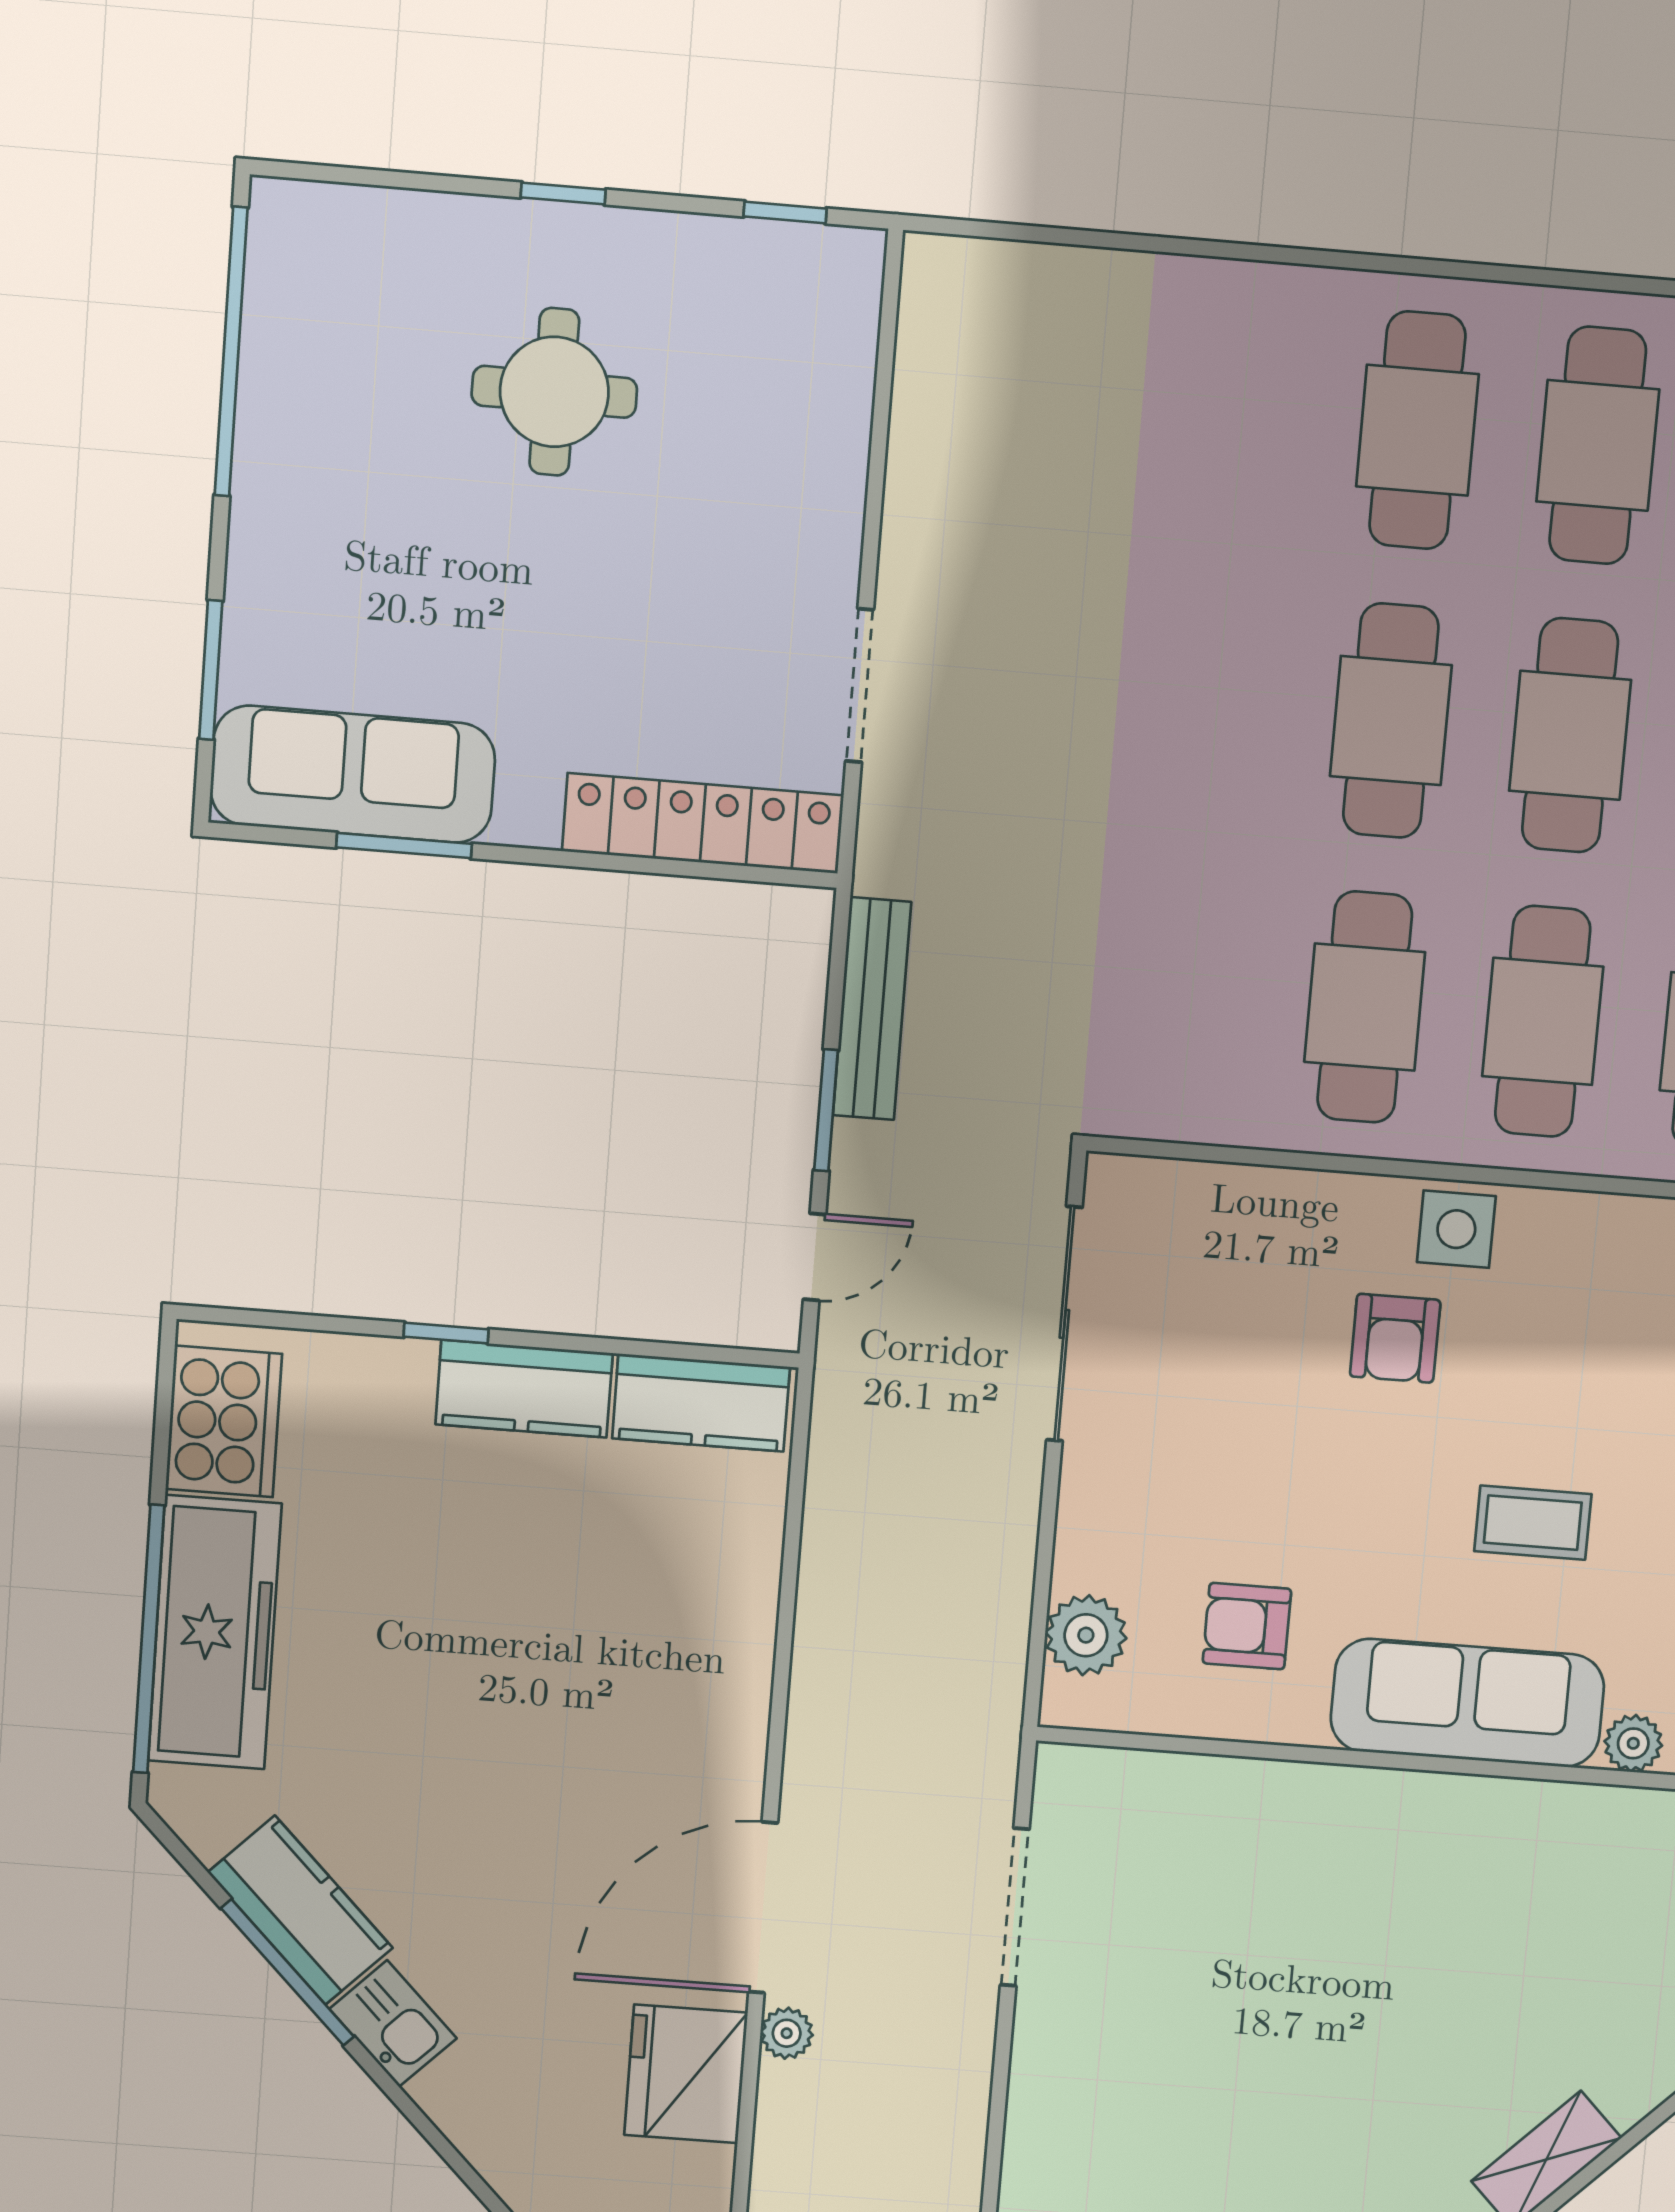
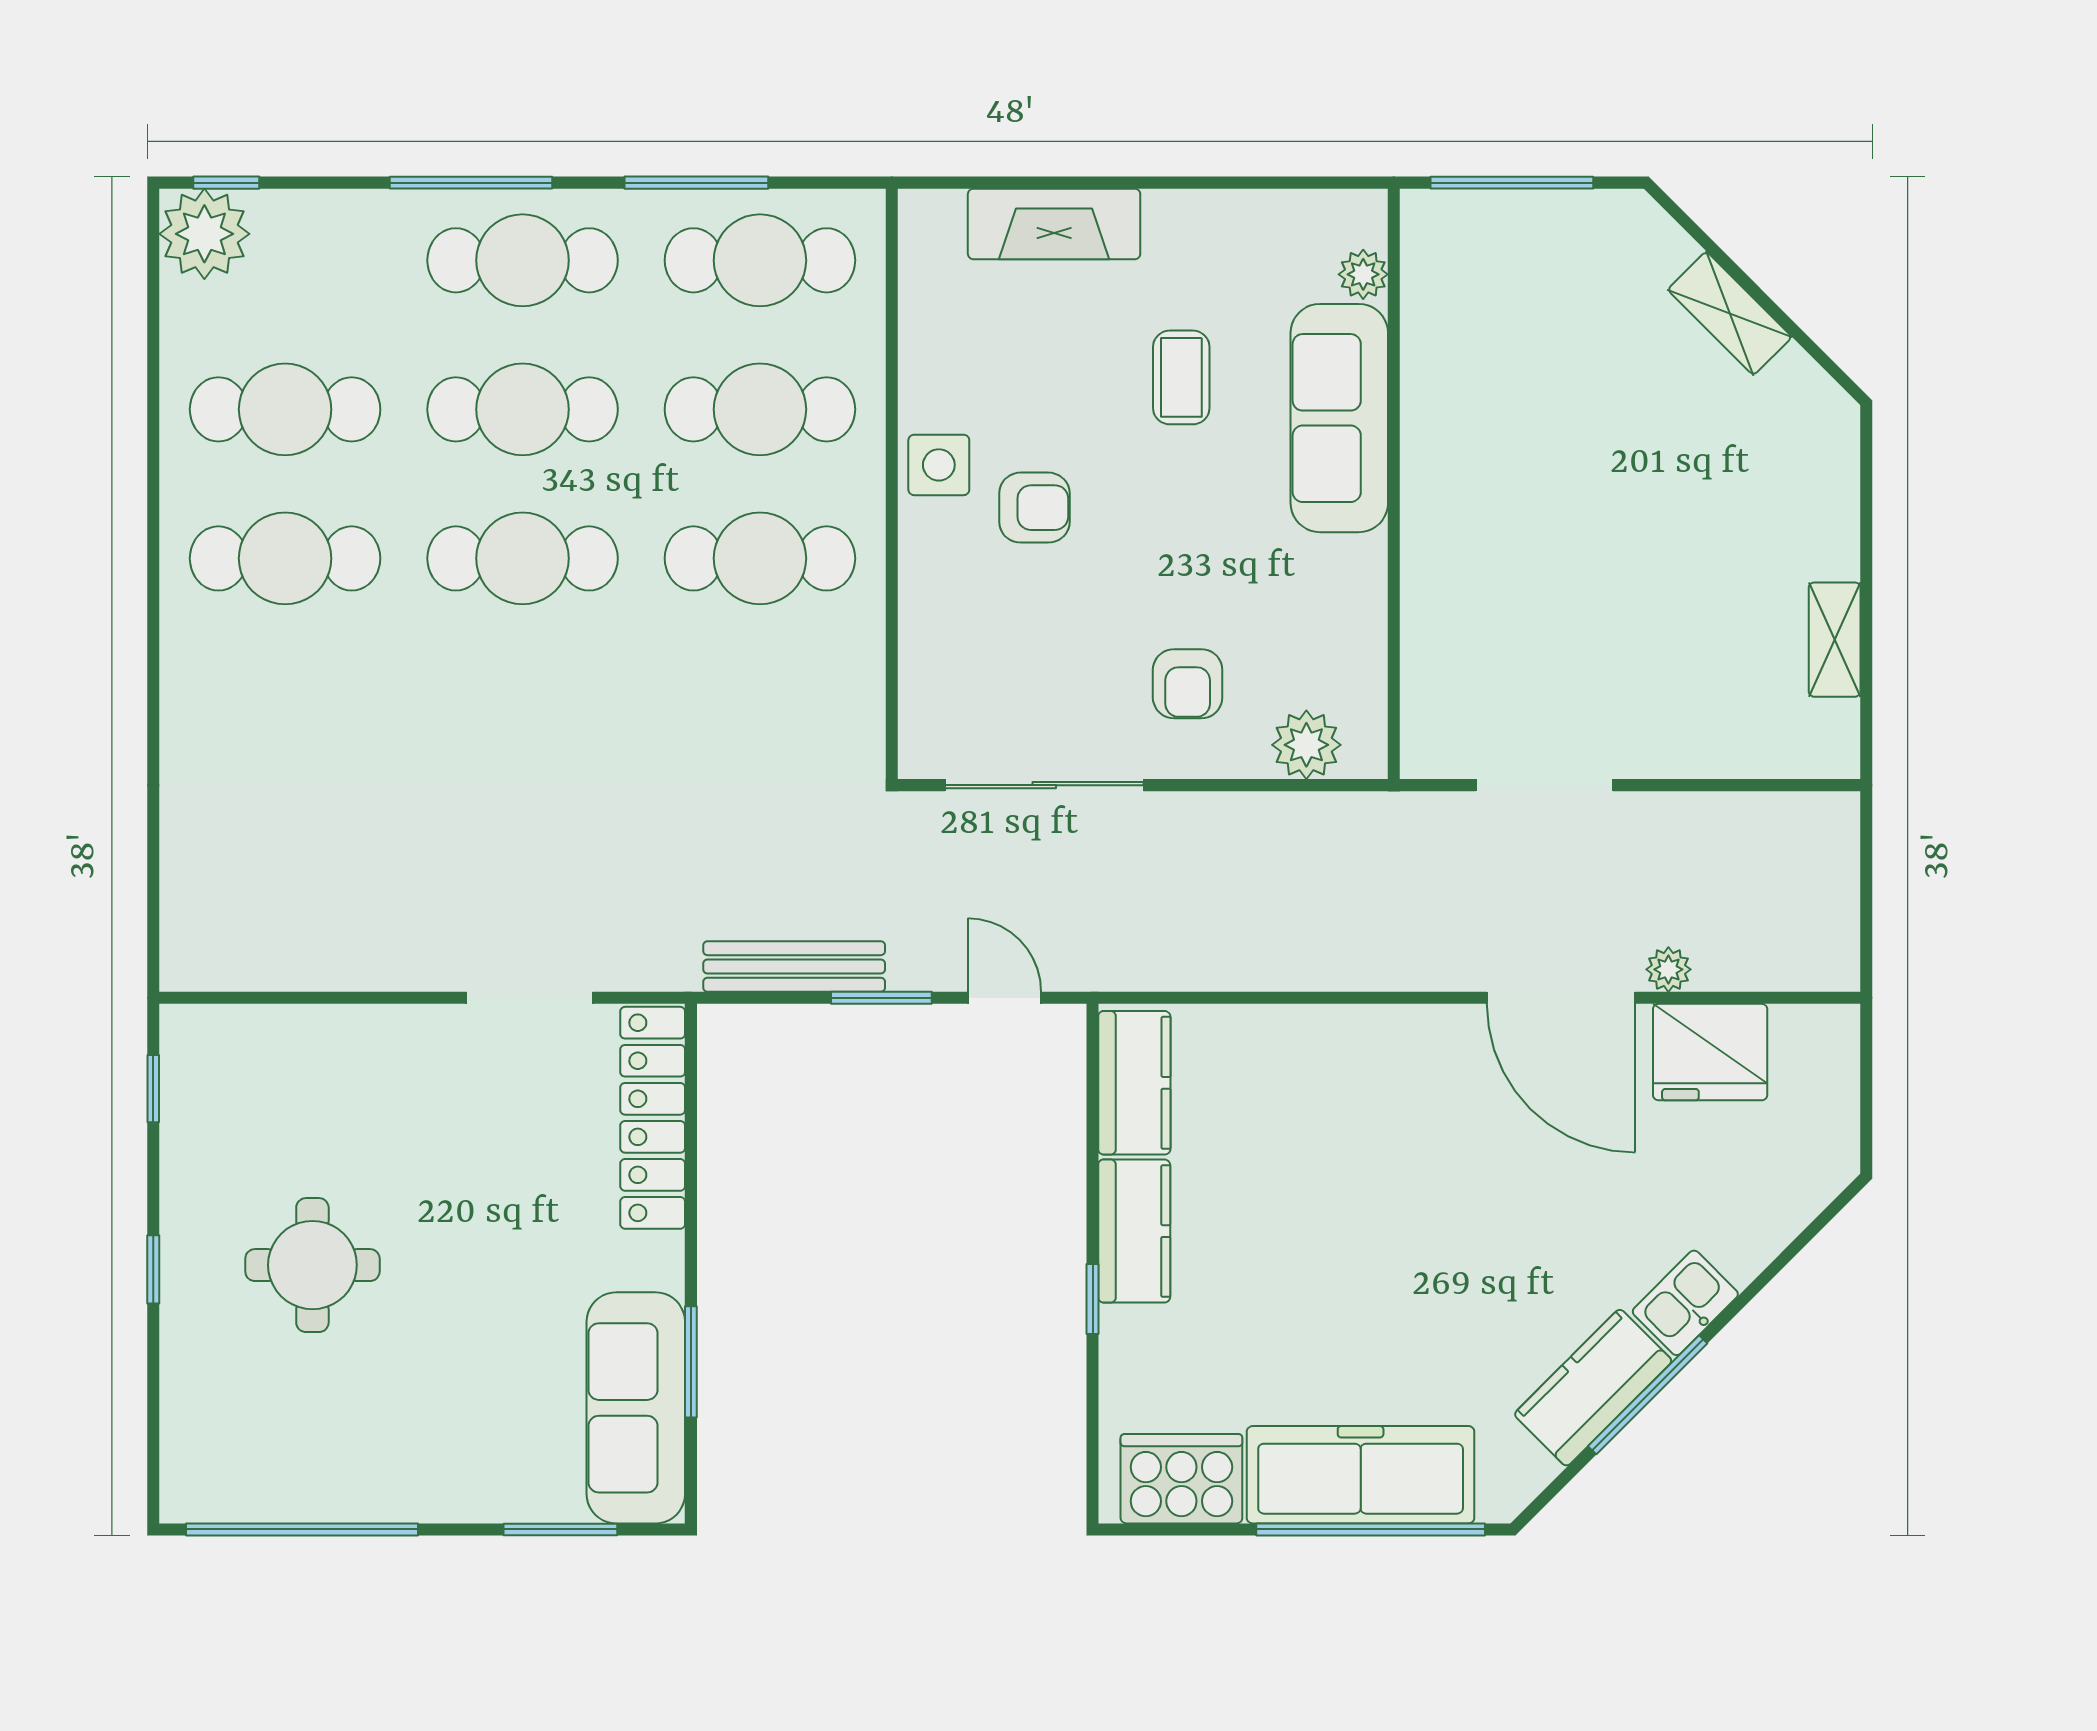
armchair: (1247, 1626) -> (1188, 684), moved

